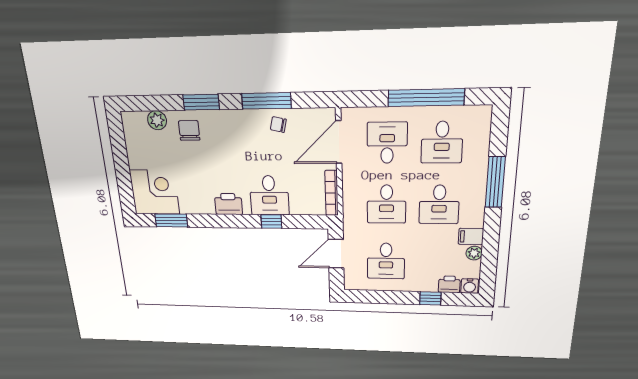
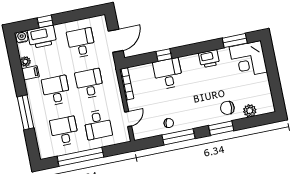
chair: (189, 130) -> (227, 108), turned 93
door: (339, 142) -> (128, 119), width x0.53
printer: (228, 204) -> (209, 59), moved
printer: (449, 284) -> (42, 37), width x1.87, depth x1.48

